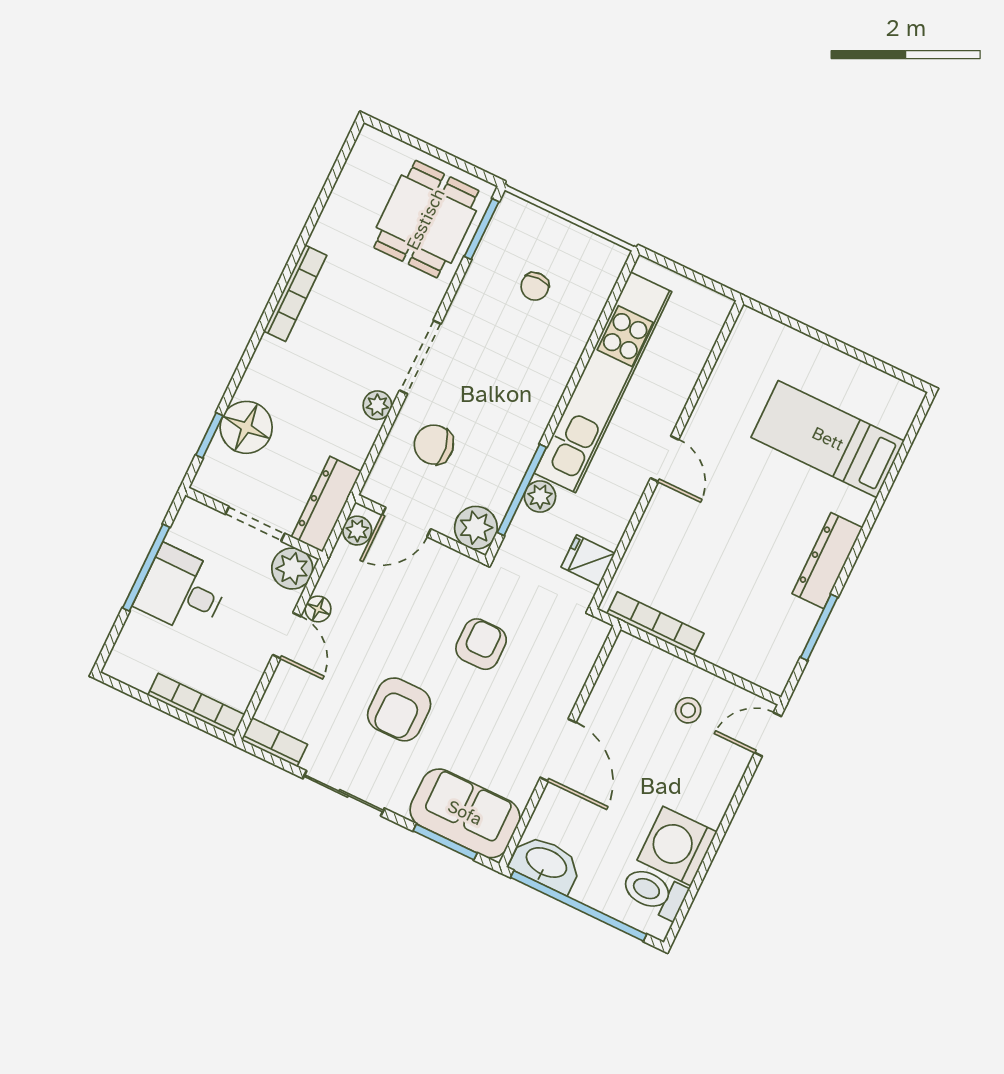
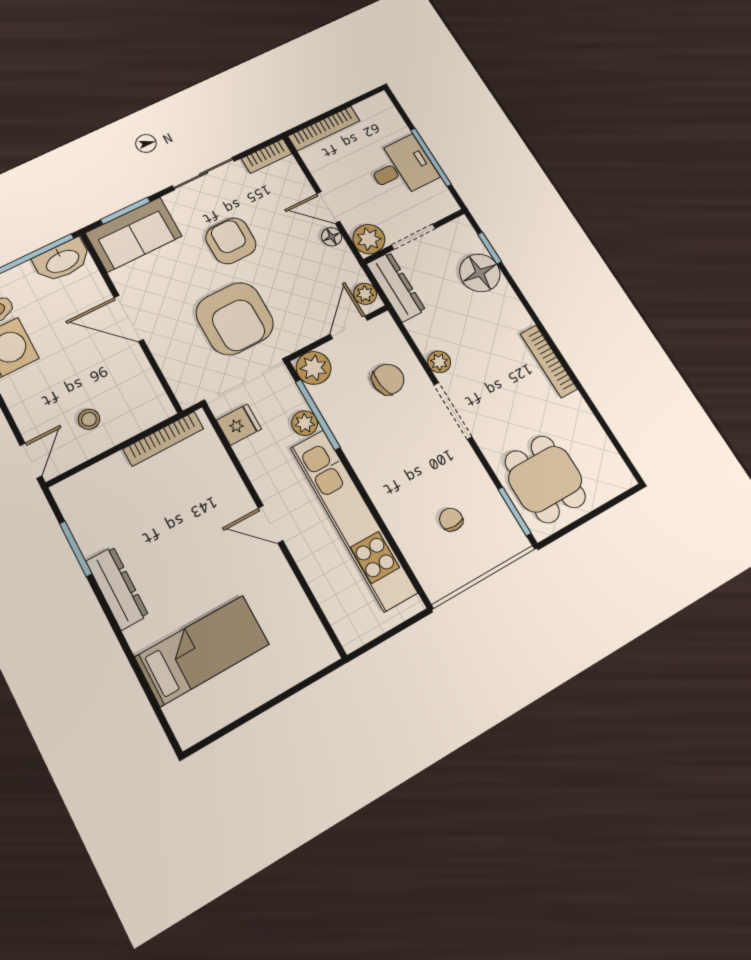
armchair: (481, 644) -> (235, 319), width x1.88, depth x1.88

